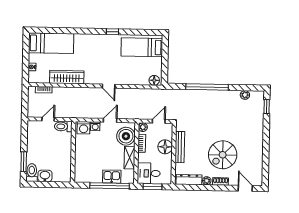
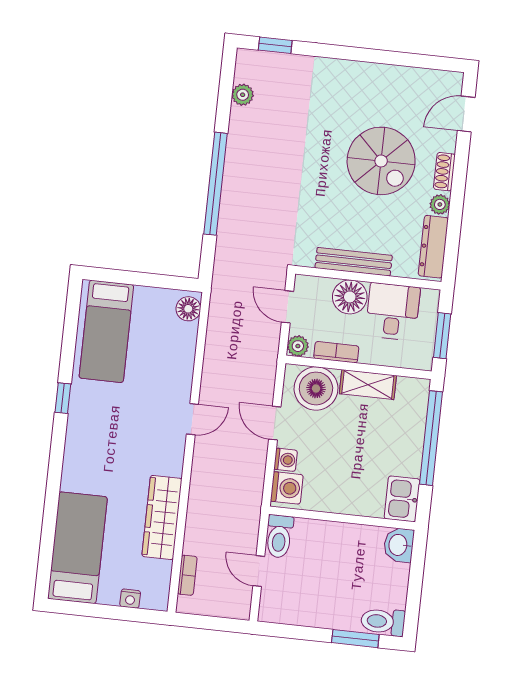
desk: (149, 173) -> (393, 312), moved, turned 180
washbasin: (45, 176) -> (399, 545), moved
kitchen sink: (112, 177) -> (402, 499), moved

